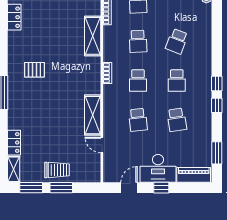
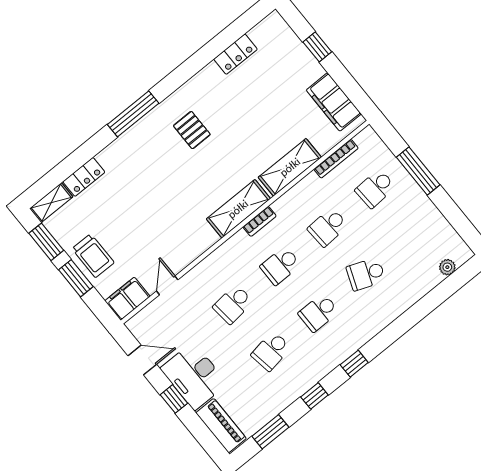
window: (217, 105) -> (314, 396), moved
shelving: (93, 115) -> (238, 209), moved
filing cabinet: (92, 170) -> (127, 299), added

